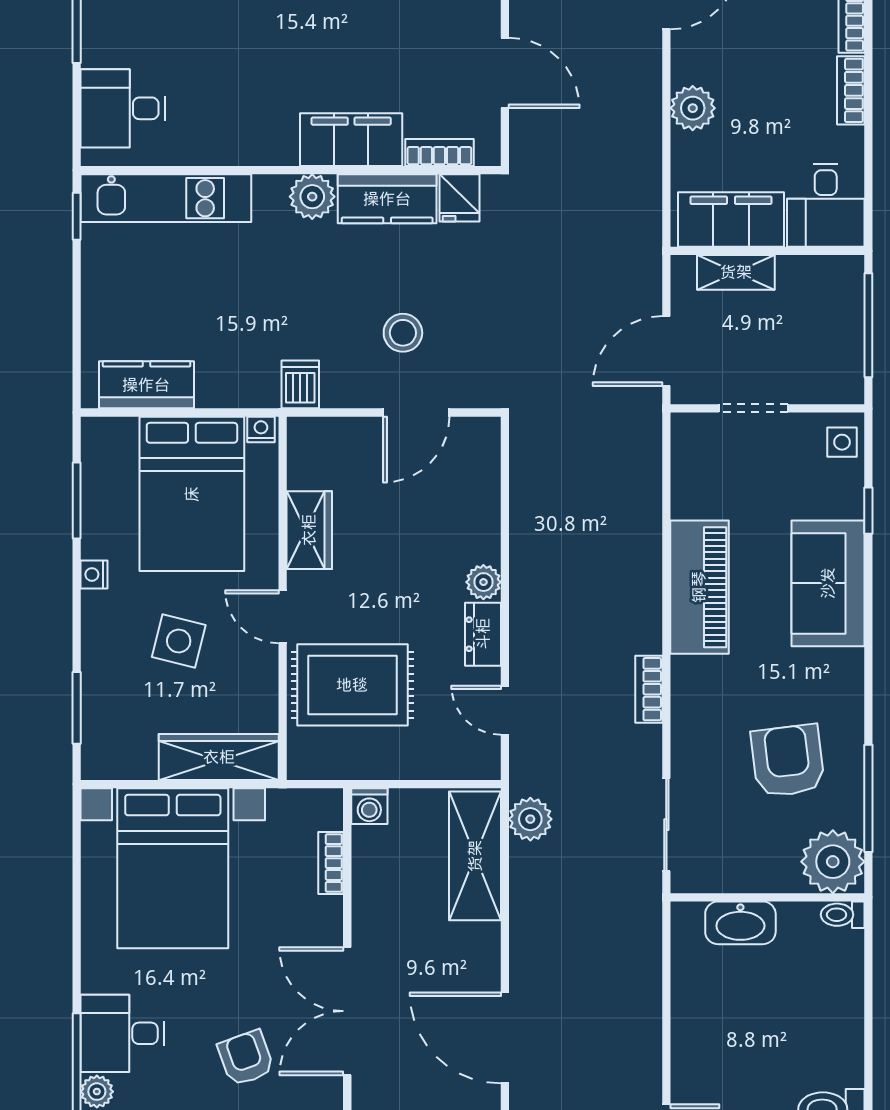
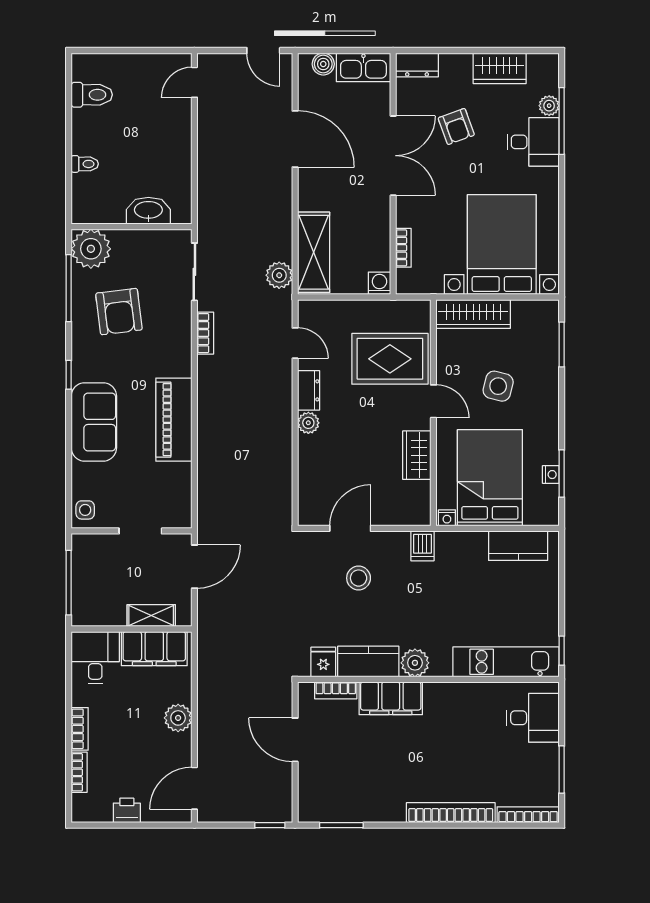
window: (868, 511) -> (69, 375), moved
nightstand: (94, 574) -> (551, 475), moved
bookcase: (649, 689) -> (205, 333), moved
toilet: (843, 915) -> (85, 164), moved

